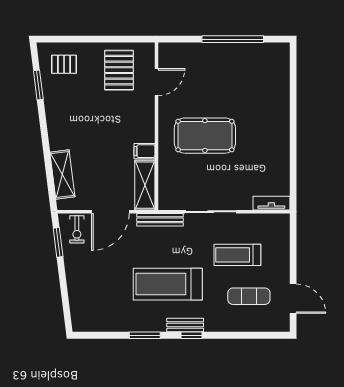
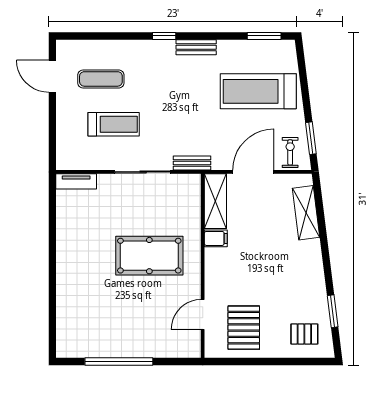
bench: (160, 220) -> (192, 163), width x0.73
treadmill: (168, 284) -> (258, 91), moved, turned 180
bench: (185, 325) -> (196, 47), moved
window: (145, 335) -> (264, 36), moved

